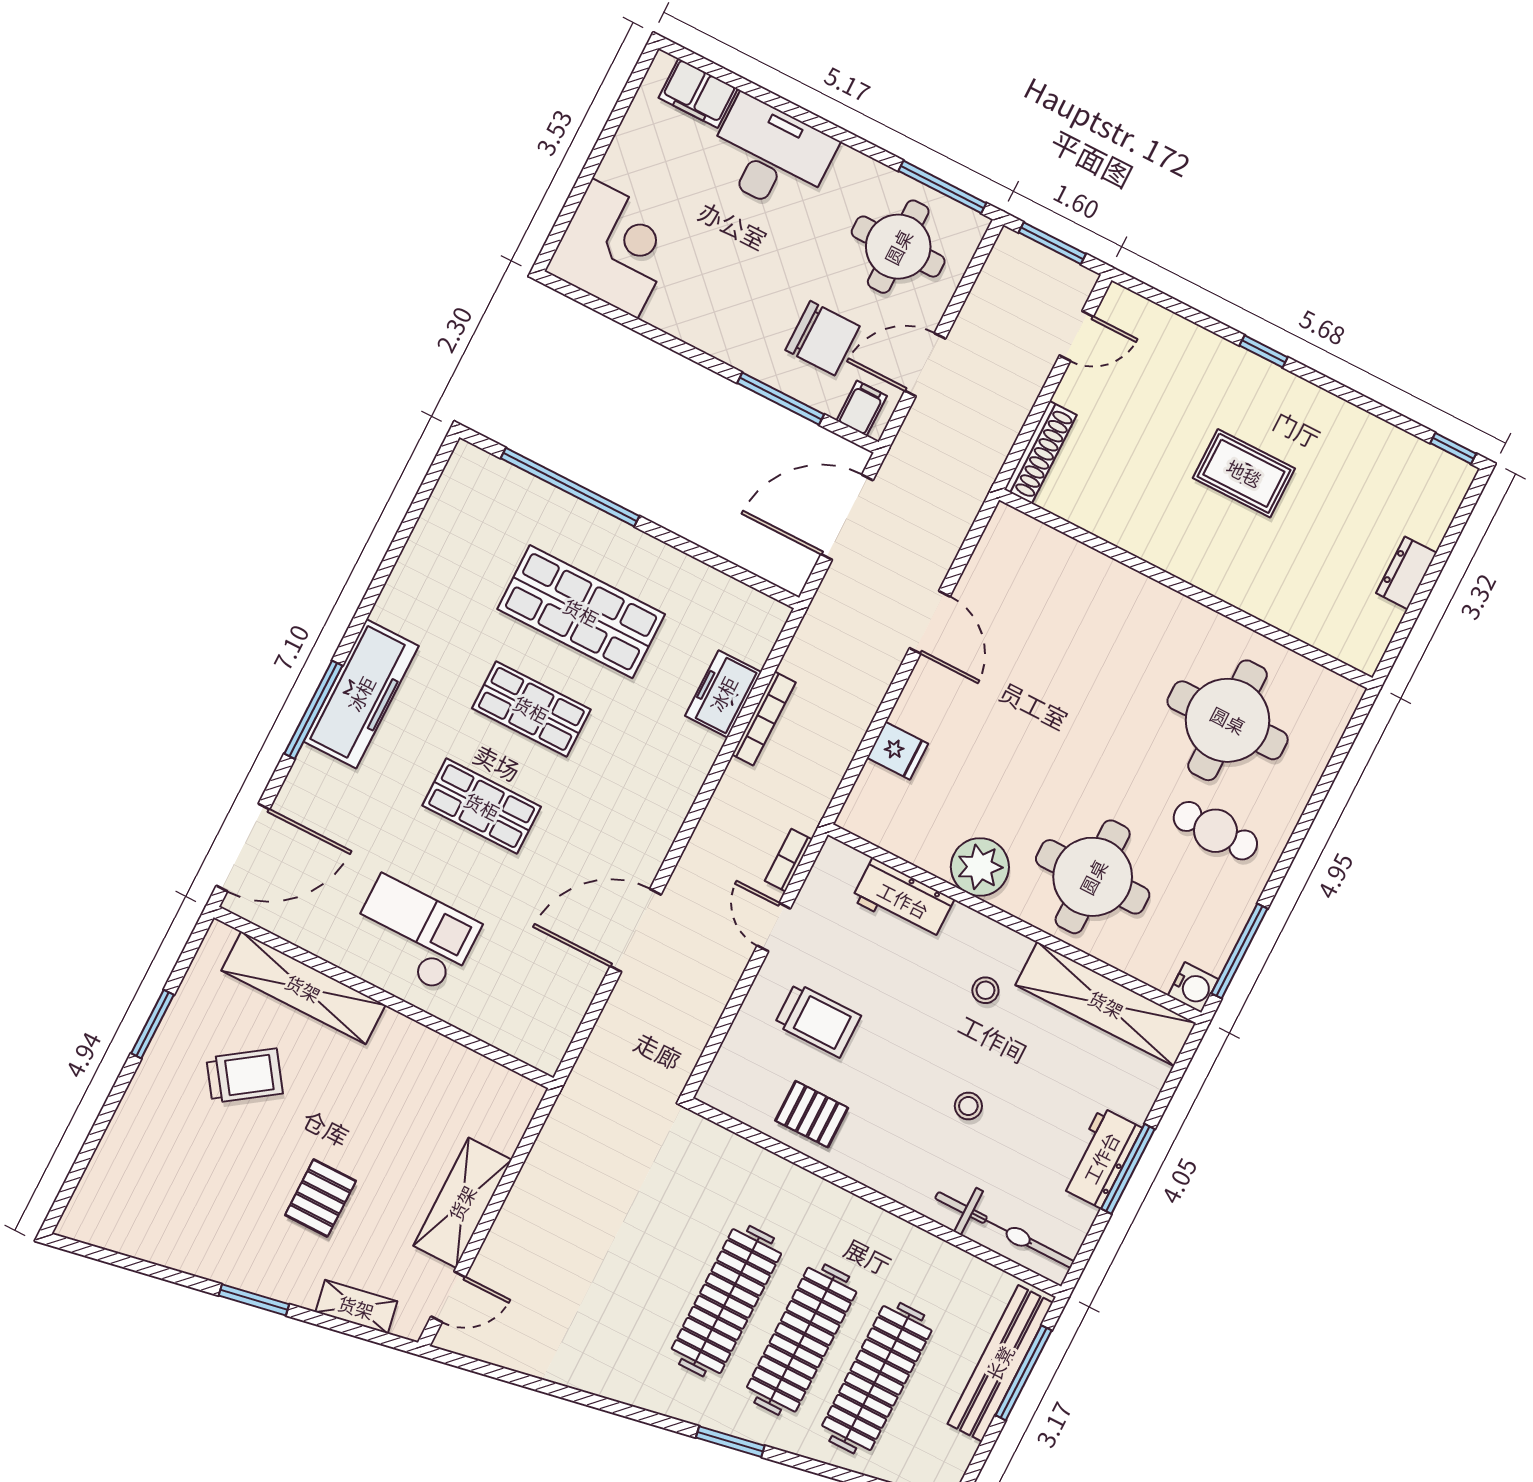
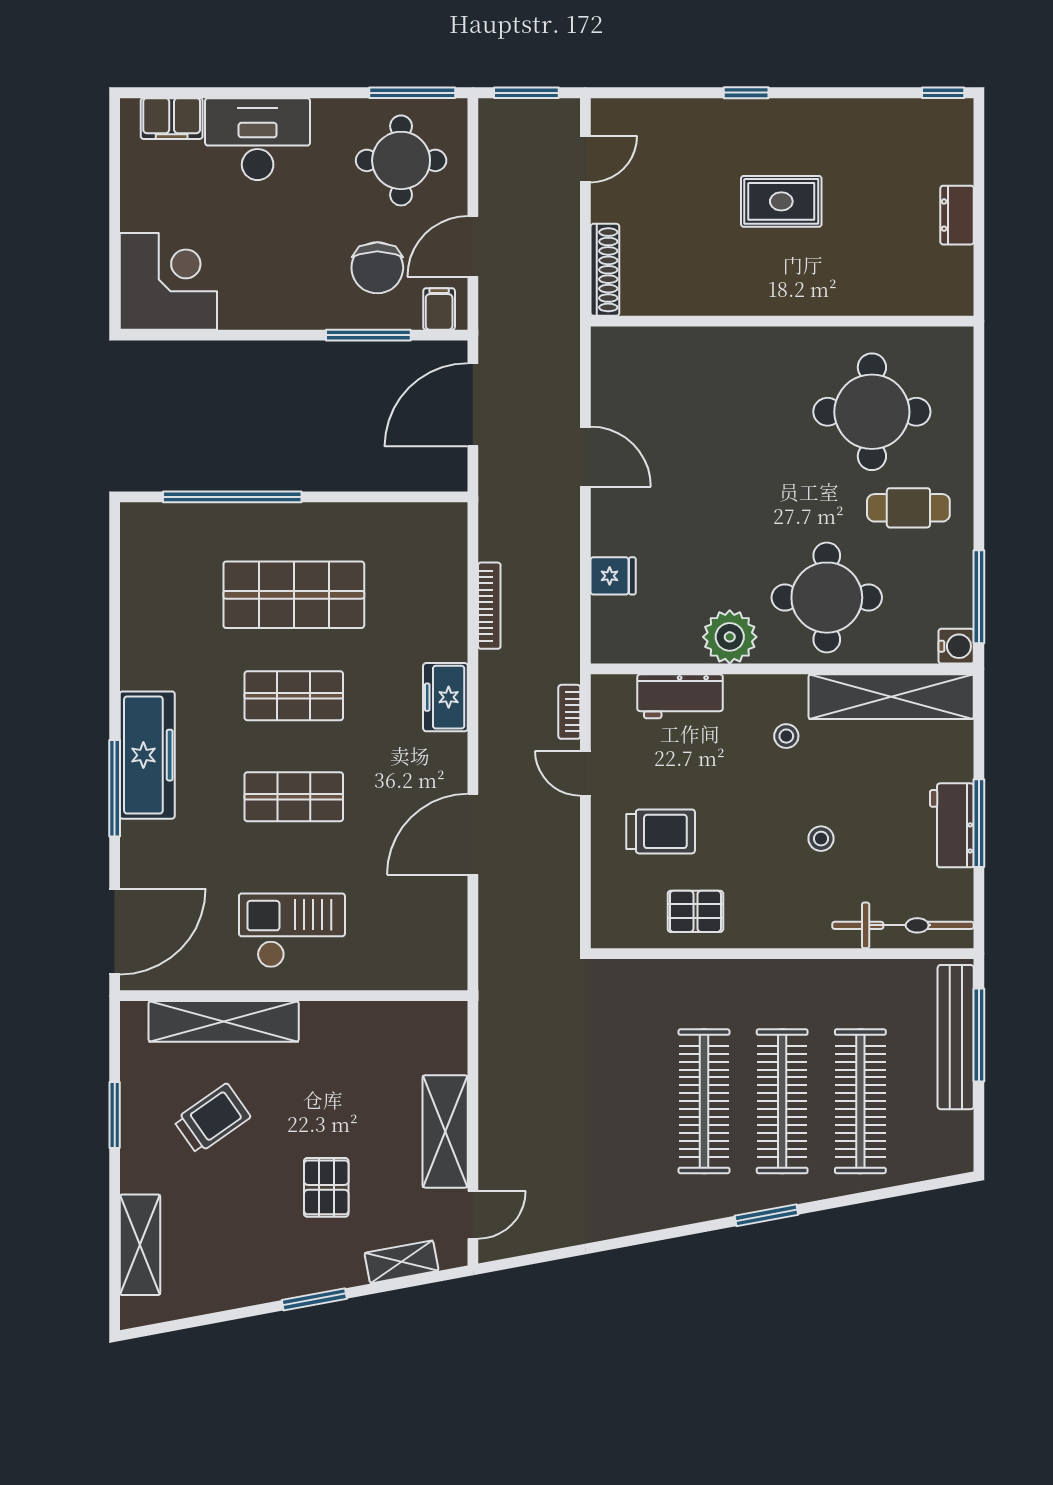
chair: (822, 338) -> (377, 268), turned 90
freezer: (723, 694) -> (445, 697), moved
shelving: (113, 1161) -> (140, 1245), added

